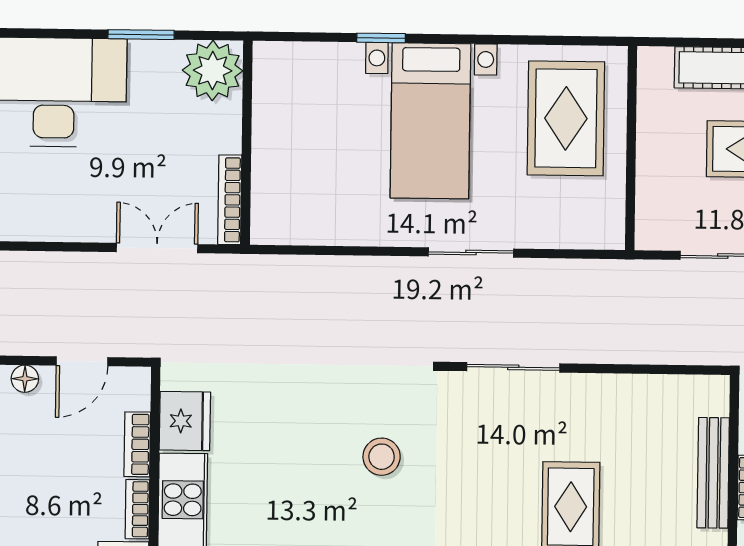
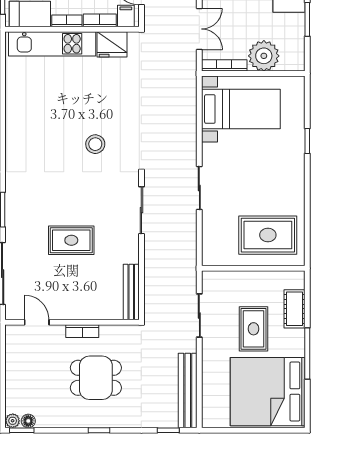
plant: (213, 71) -> (264, 56), moved
bed with nightstands: (430, 121) -> (241, 109), moved, turned 180
filing cabinet: (129, 393) -> (126, 16), added
bench: (713, 473) -> (131, 292), moved, turned 90

